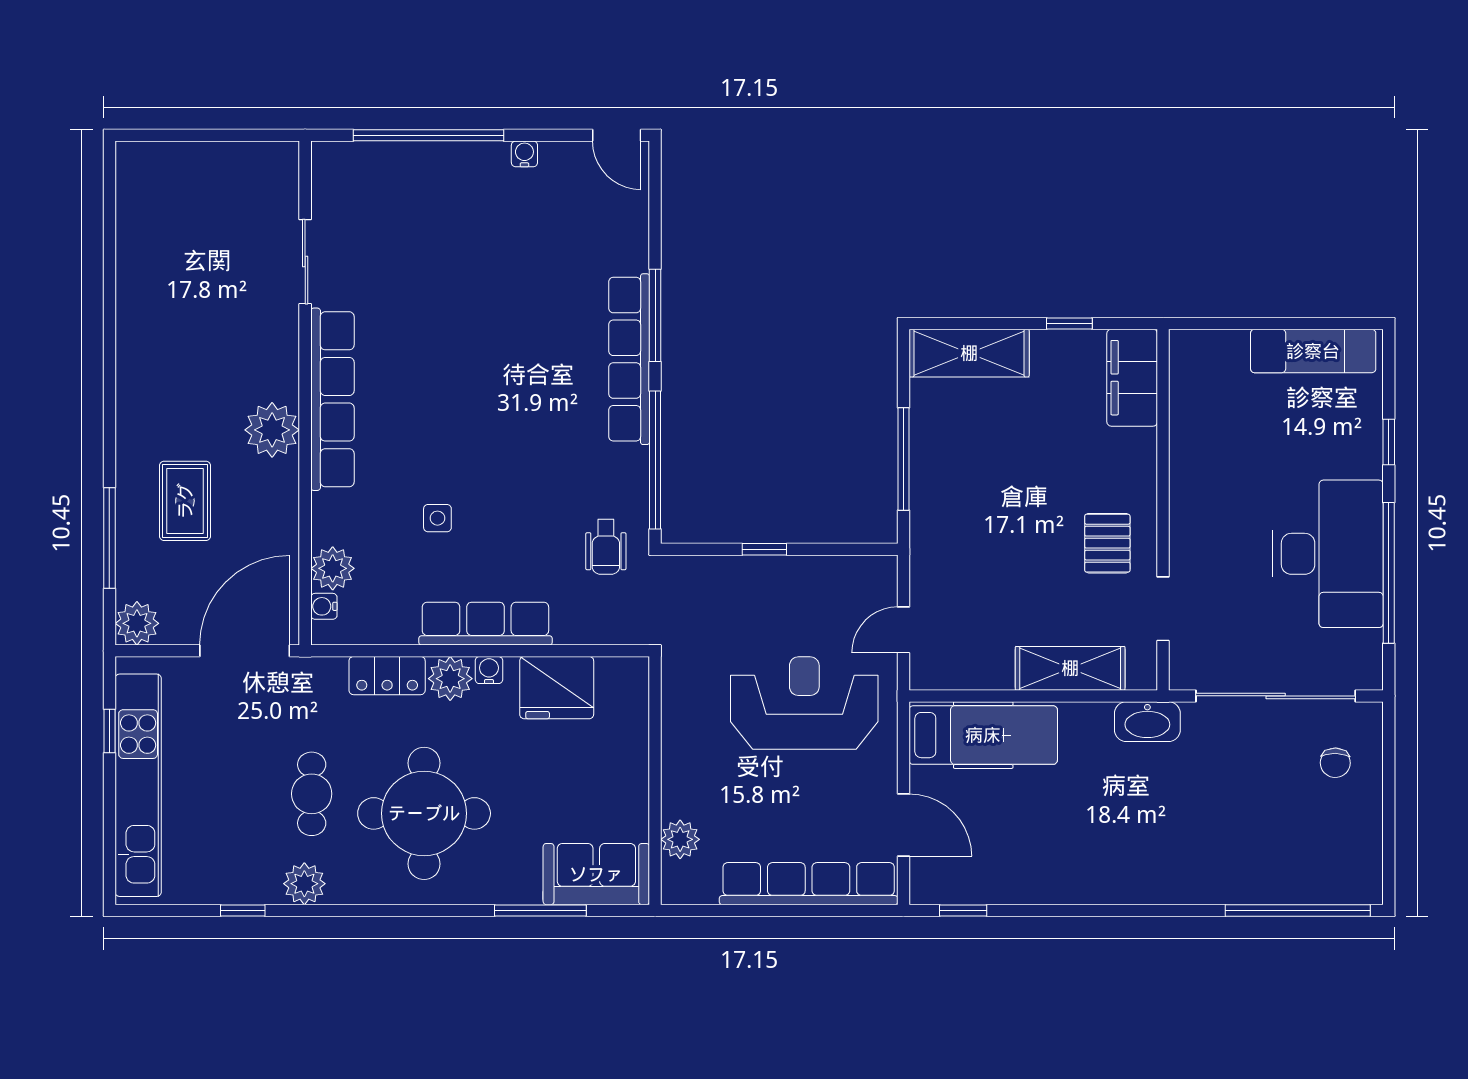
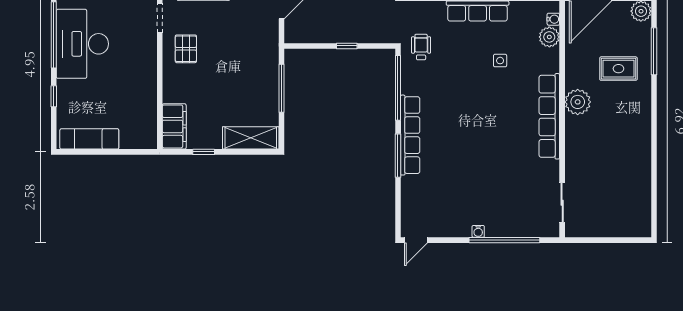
door: (617, 135) -> (416, 240), swing flipped
water cooler: (524, 154) -> (478, 231), moved
sliding door: (305, 262) -> (562, 203), moved
rug: (185, 501) -> (618, 69), turned 90

